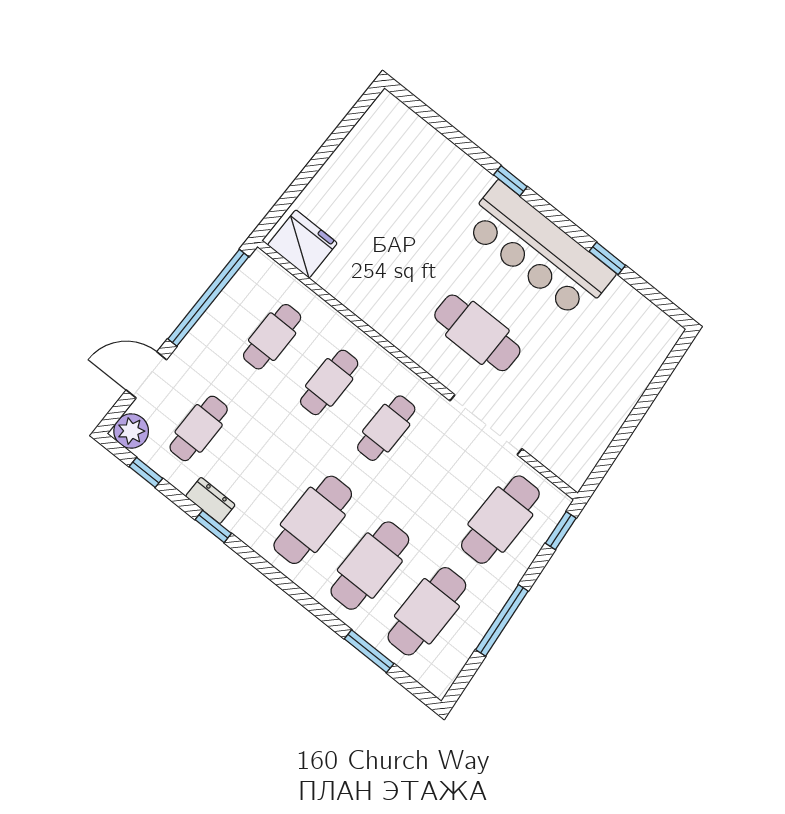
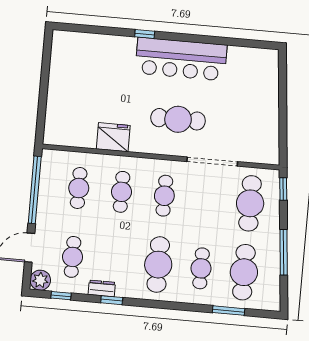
fridge: (302, 244) -> (113, 137), moved
window: (607, 258) -> (217, 41), removed
cafe table: (370, 566) -> (201, 268), width x0.73, depth x0.74

